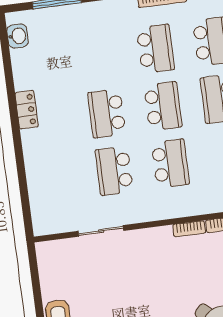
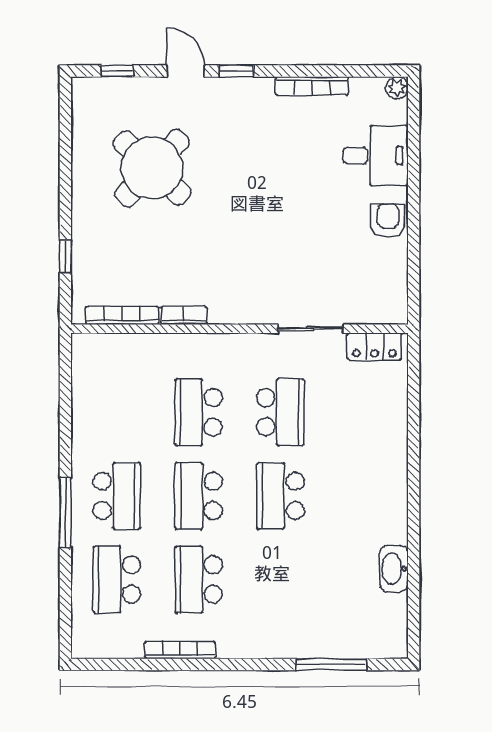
washbasin: (18, 36) -> (394, 569), moved, width x1.38
locker: (27, 110) -> (374, 346), moved, turned -90
school desk: (107, 113) -> (280, 496), turned 180

